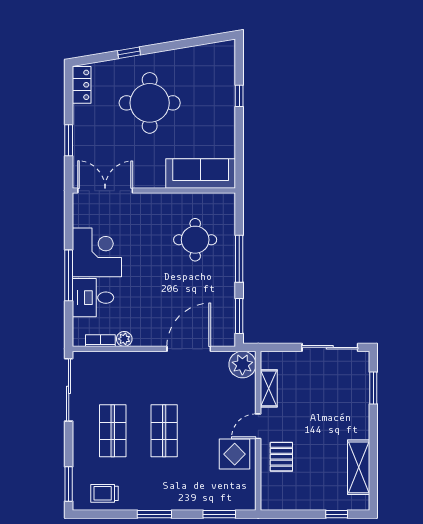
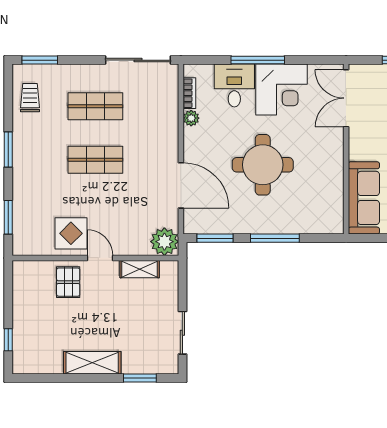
double door: (105, 191) -> (346, 98), swing flipped
round table: (195, 240) -> (263, 165), moved, width x1.36, depth x1.36
sliding door: (330, 347) -> (182, 333), width x0.73
pallet: (281, 457) -> (68, 282), turned 90
shelving: (359, 467) -> (92, 363), moved

